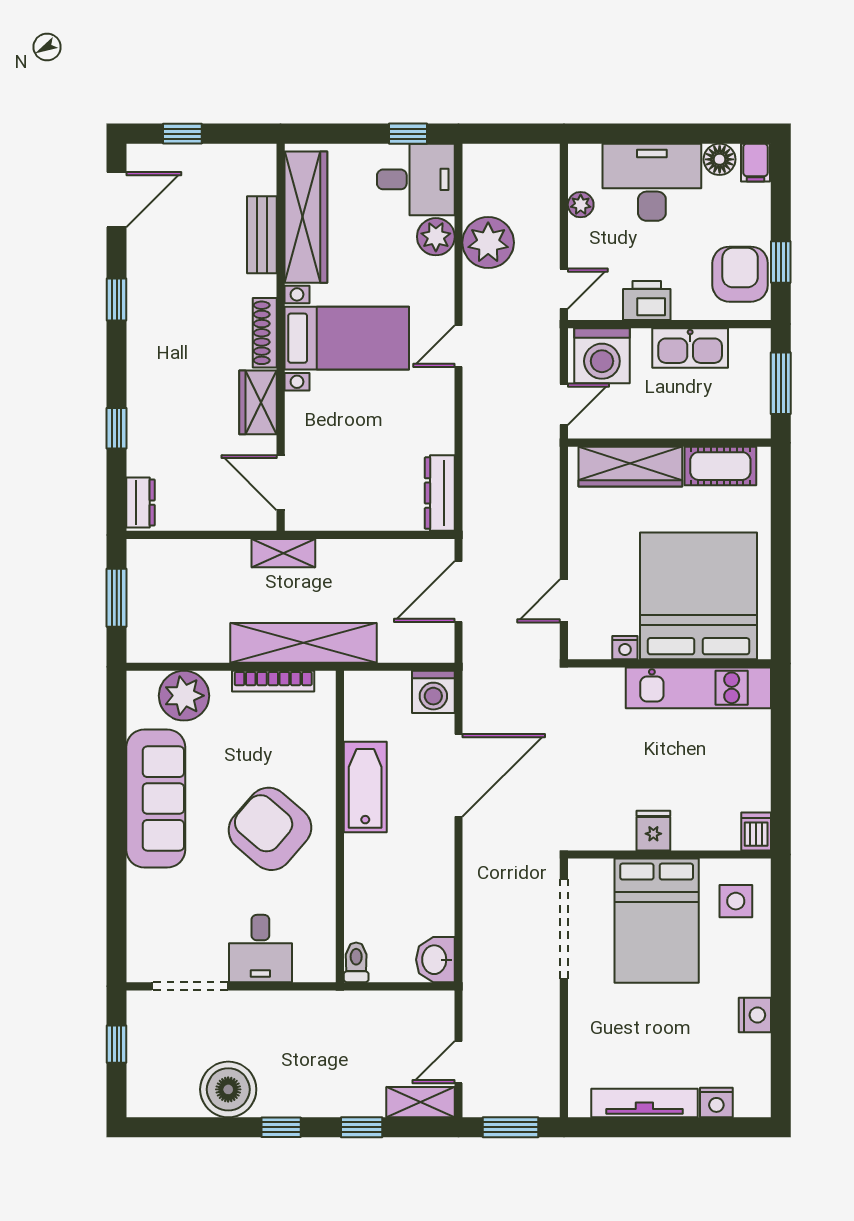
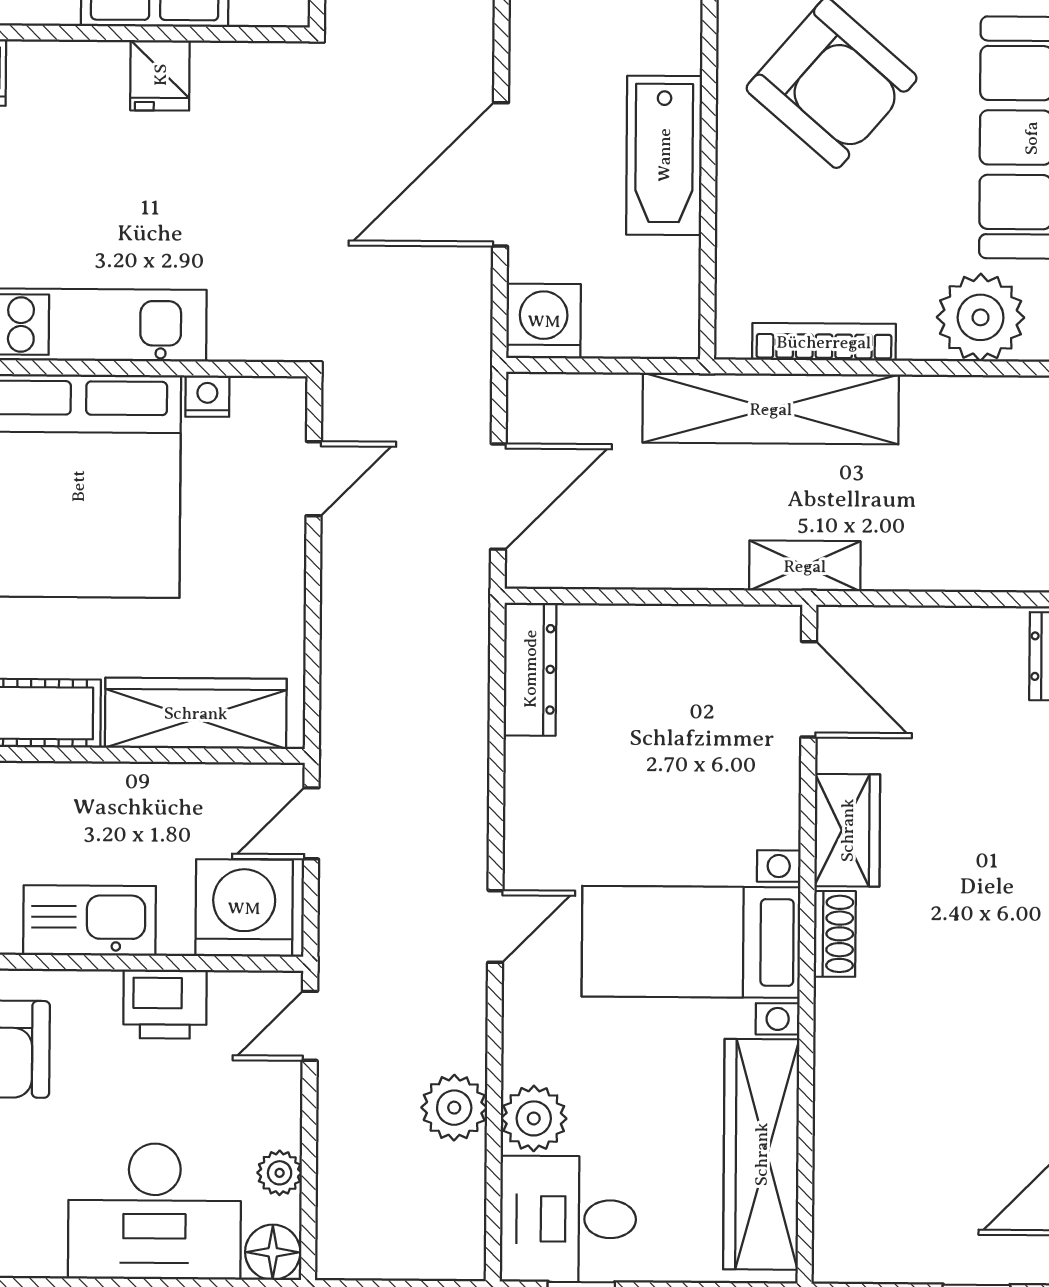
floor lamp: (720, 159) -> (273, 1252), moved
bench: (262, 235) -> (838, 1124), removed
plant: (488, 243) -> (454, 1108), width x0.73, depth x0.73
shoe rack: (265, 333) -> (835, 934), width x0.70

